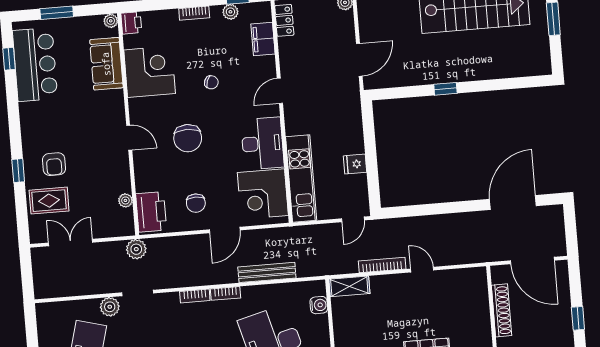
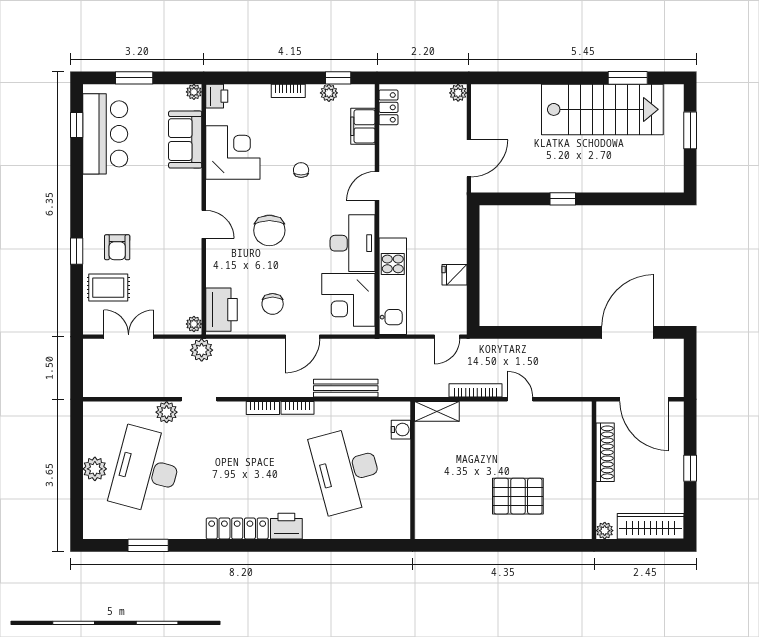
chair: (211, 82) -> (301, 170), turned -109
plant: (125, 200) -> (194, 324), moved

